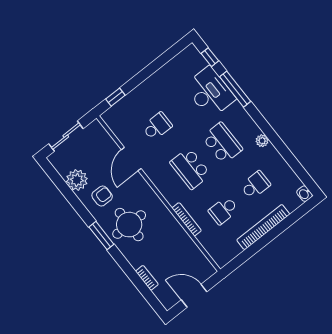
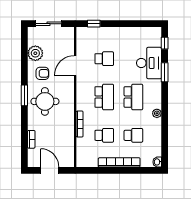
window: (235, 89) -> (165, 72), width x0.69
school desk: (190, 168) -> (104, 97), turned 180
school desk: (223, 210) -> (104, 135), turned 180

